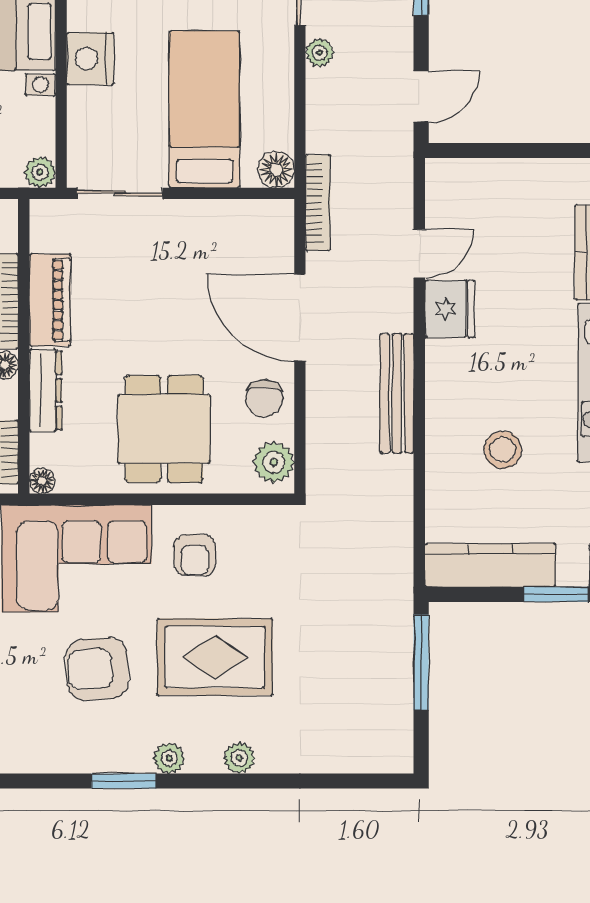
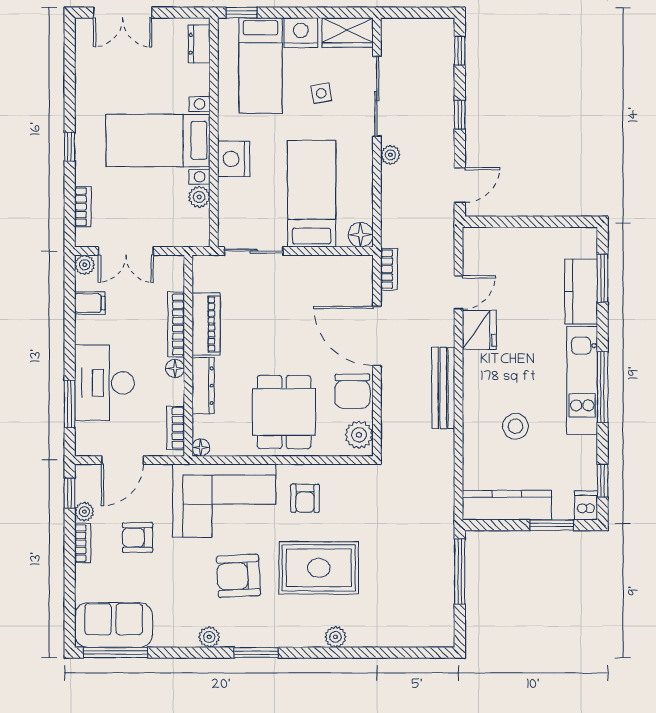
plant: (40, 172) -> (199, 197), moved
bookcase: (318, 203) -> (389, 269), width x0.64
chair: (264, 399) -> (352, 391), width x1.37, depth x1.37
plant: (169, 758) -> (209, 637), moved

